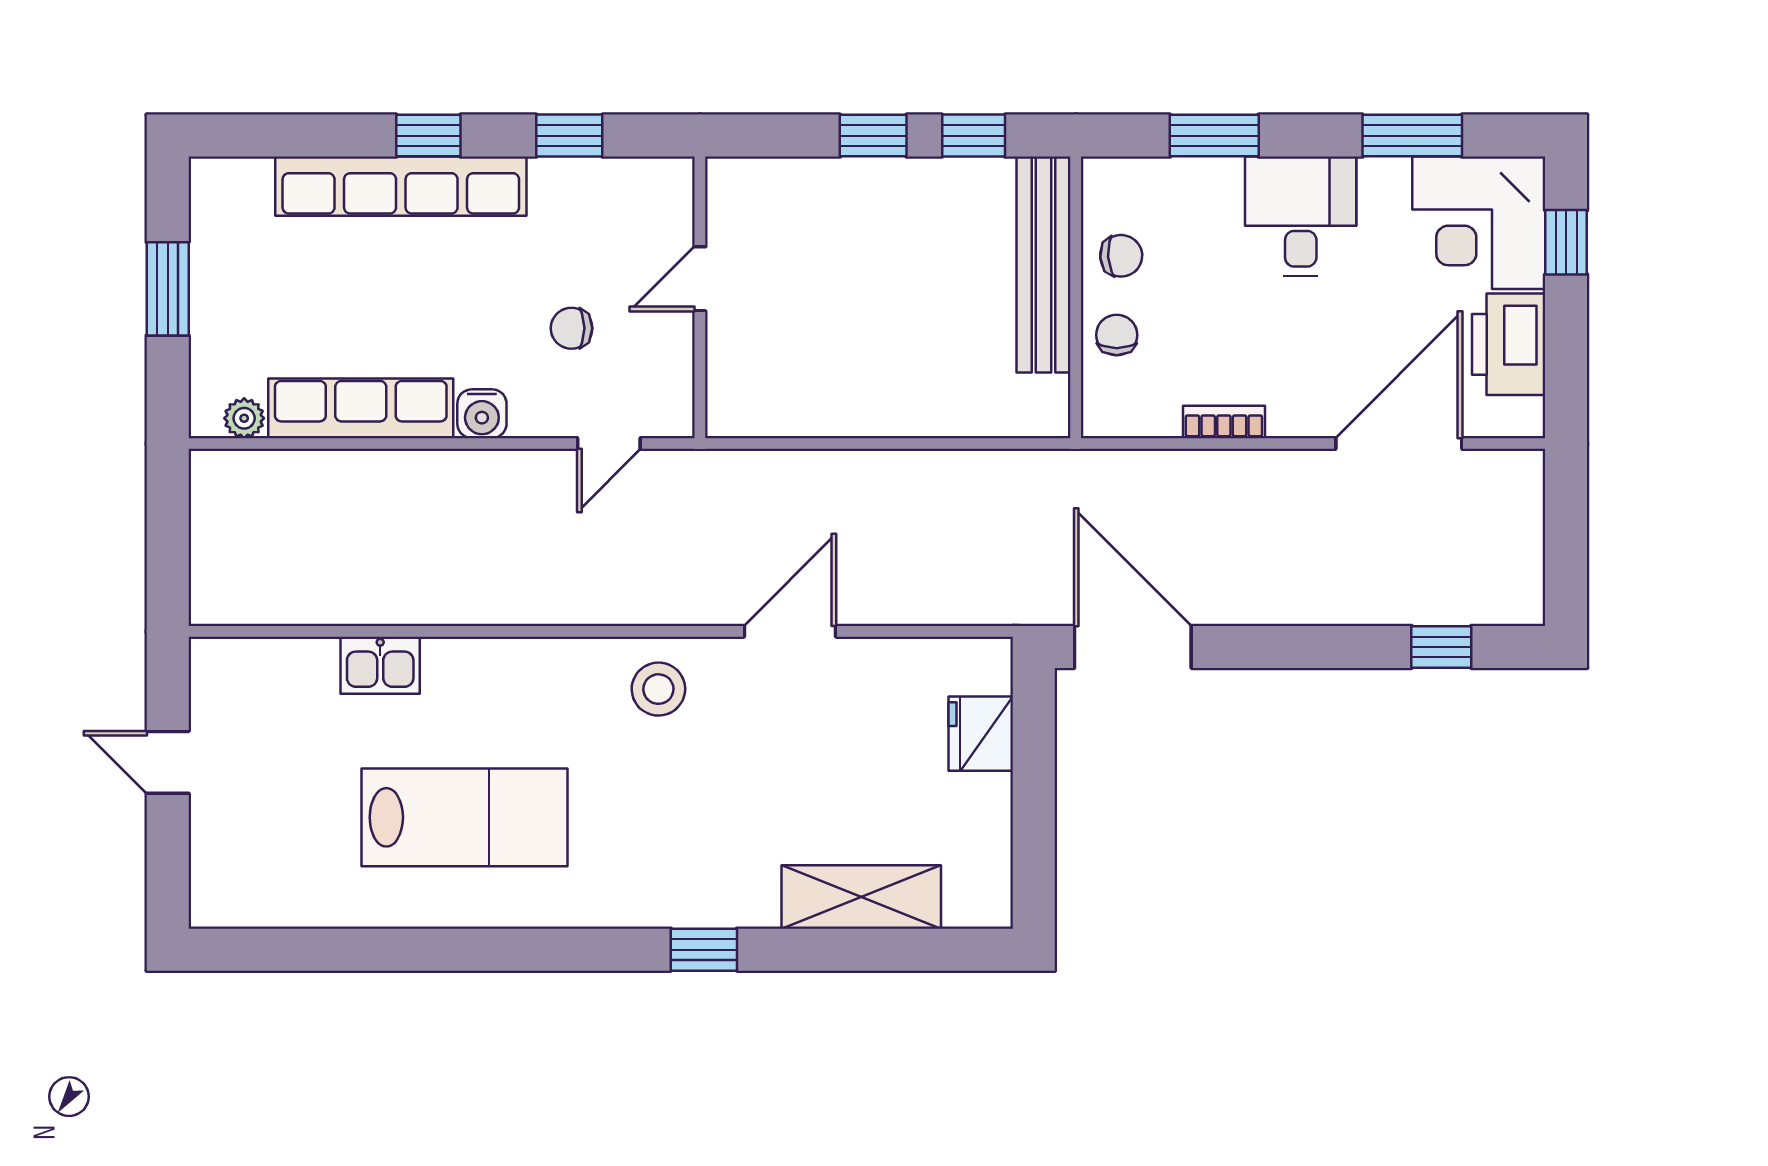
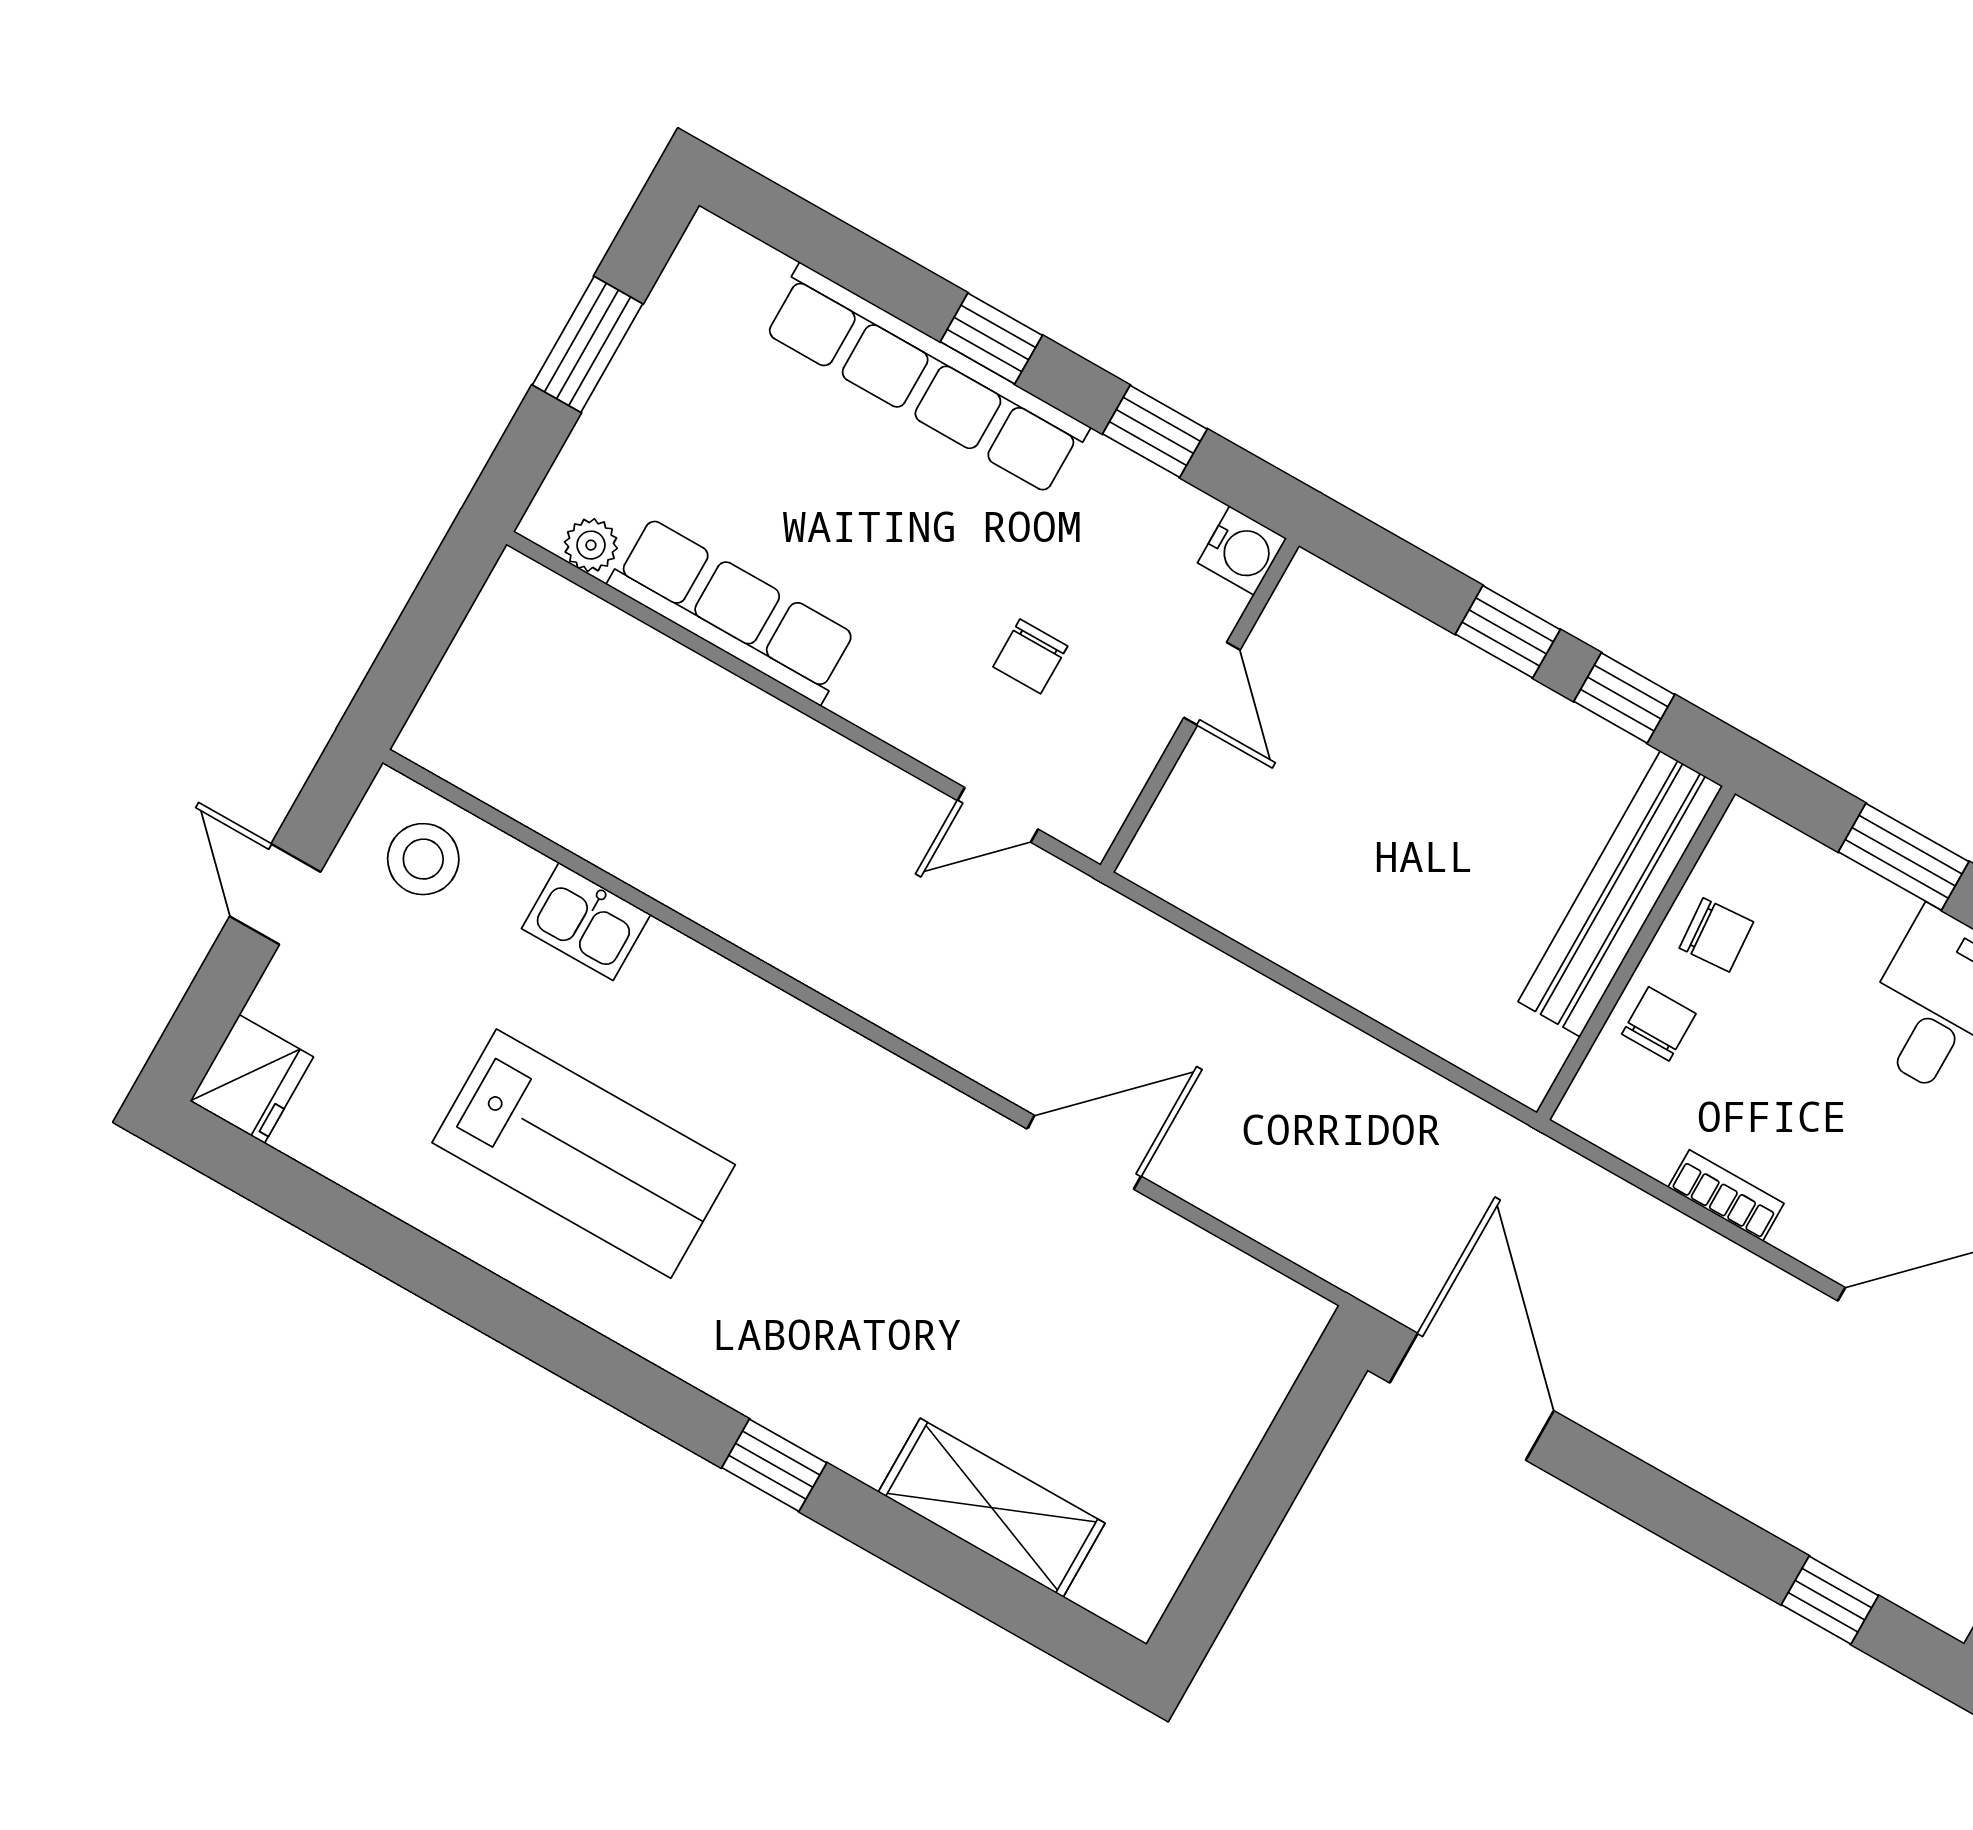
door: (700, 279) -> (1212, 684), swing flipped
chair: (571, 328) -> (1030, 656), turned -90
water cooler: (482, 414) -> (1242, 551), moved, turned -90
stool: (658, 689) -> (423, 859), moved
fridge: (981, 734) -> (252, 1079), moved, turned 180

